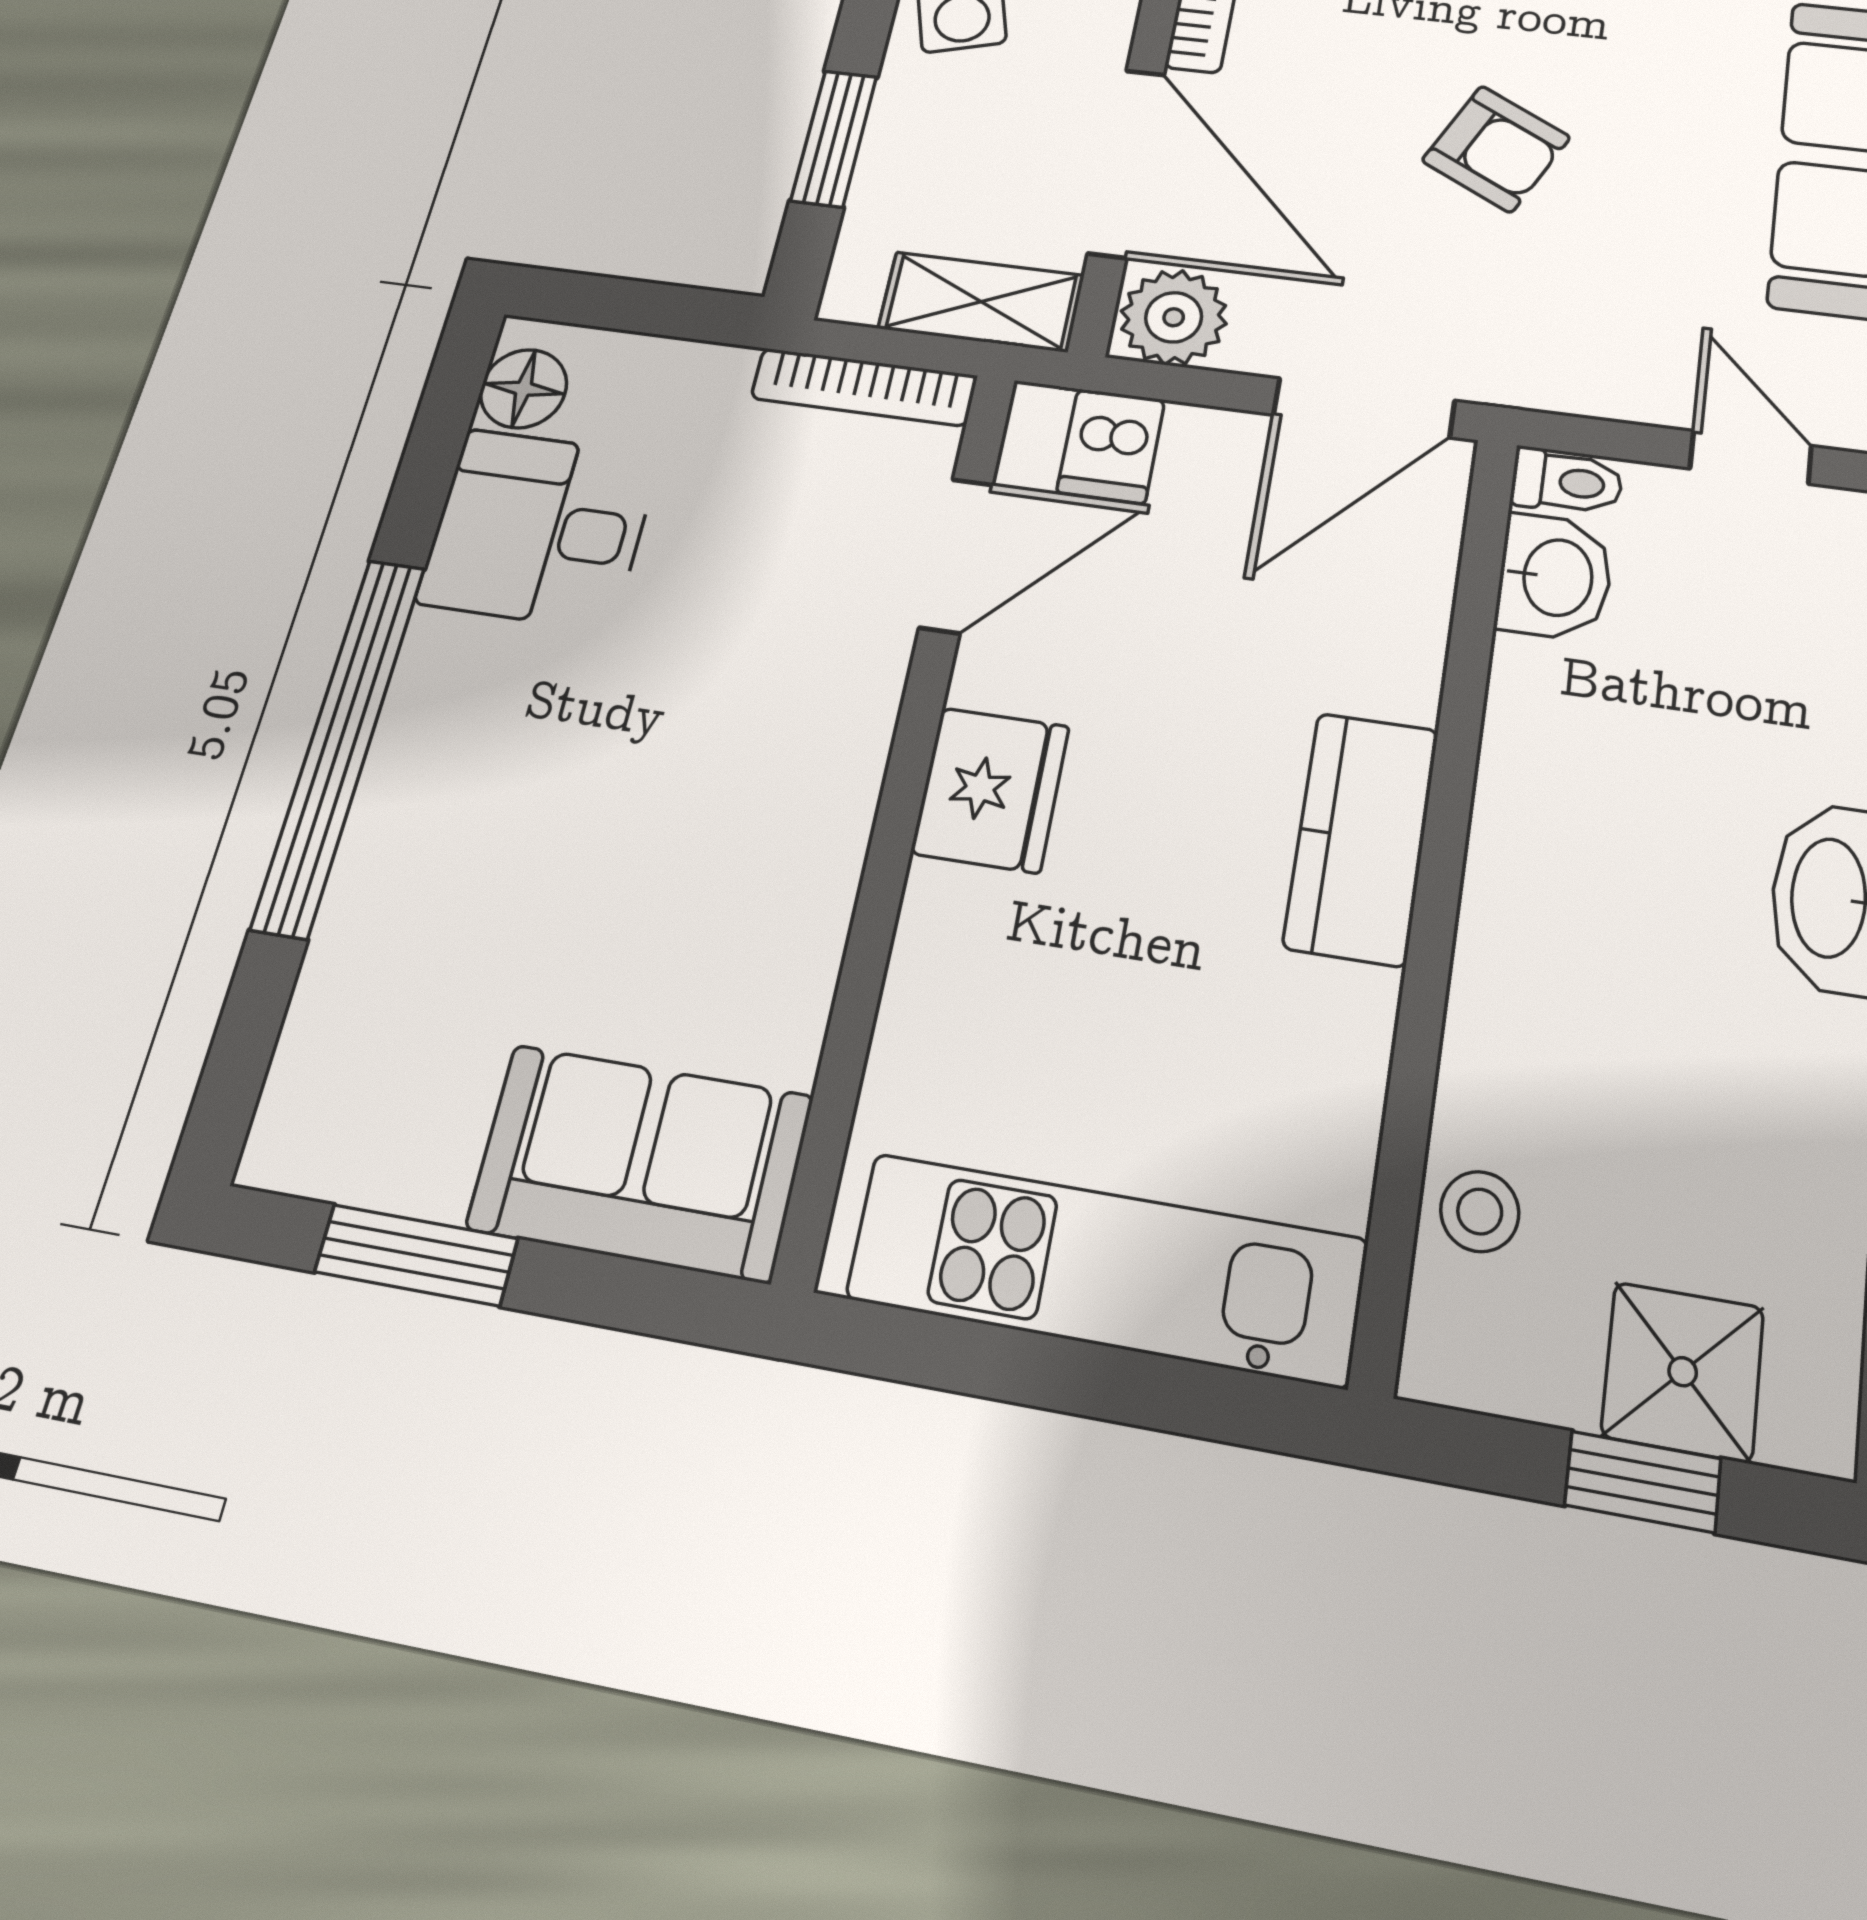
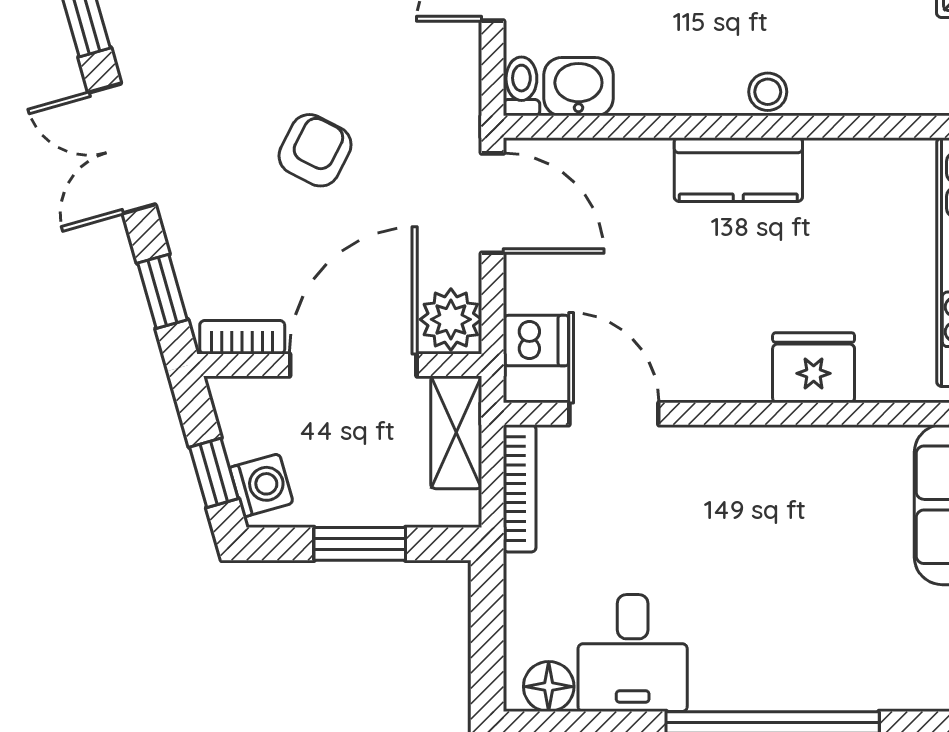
fridge: (990, 790) -> (814, 368), moved
stool: (1480, 1212) -> (768, 92), moved

